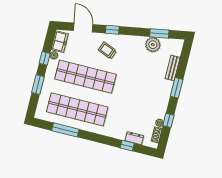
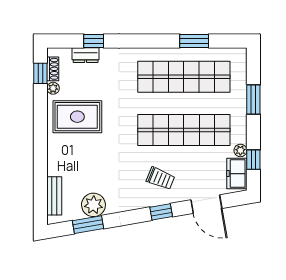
window: (45, 58) -> (253, 160), moved
bench: (173, 68) -> (54, 196), moved
window: (177, 88) -> (40, 148), removed
rug: (149, 101) -> (77, 117), added
window: (168, 120) -> (40, 73), moved
window: (65, 130) -> (194, 41), width x0.69

